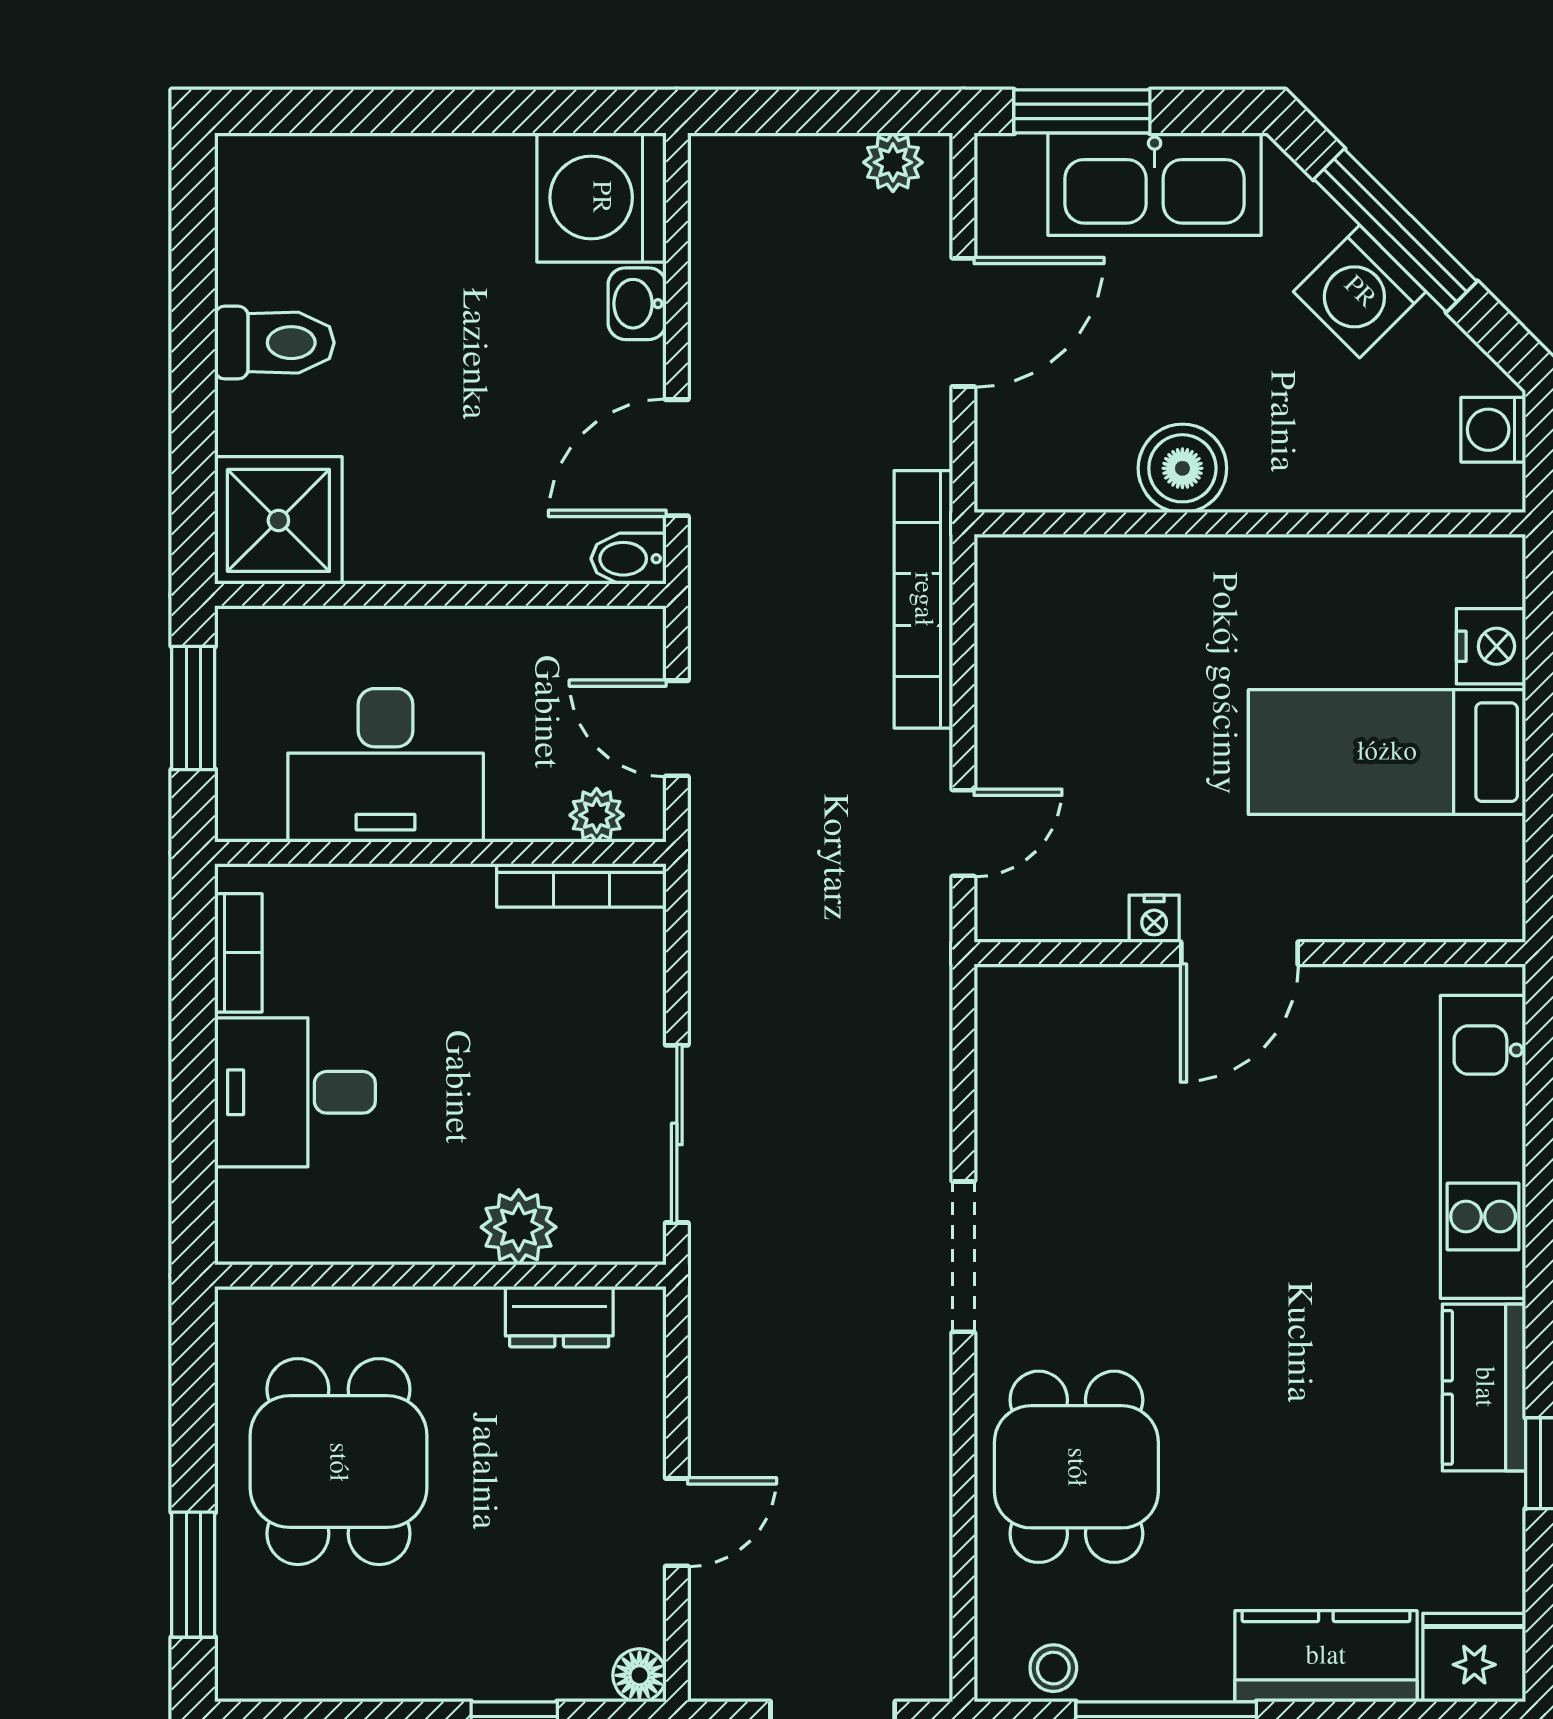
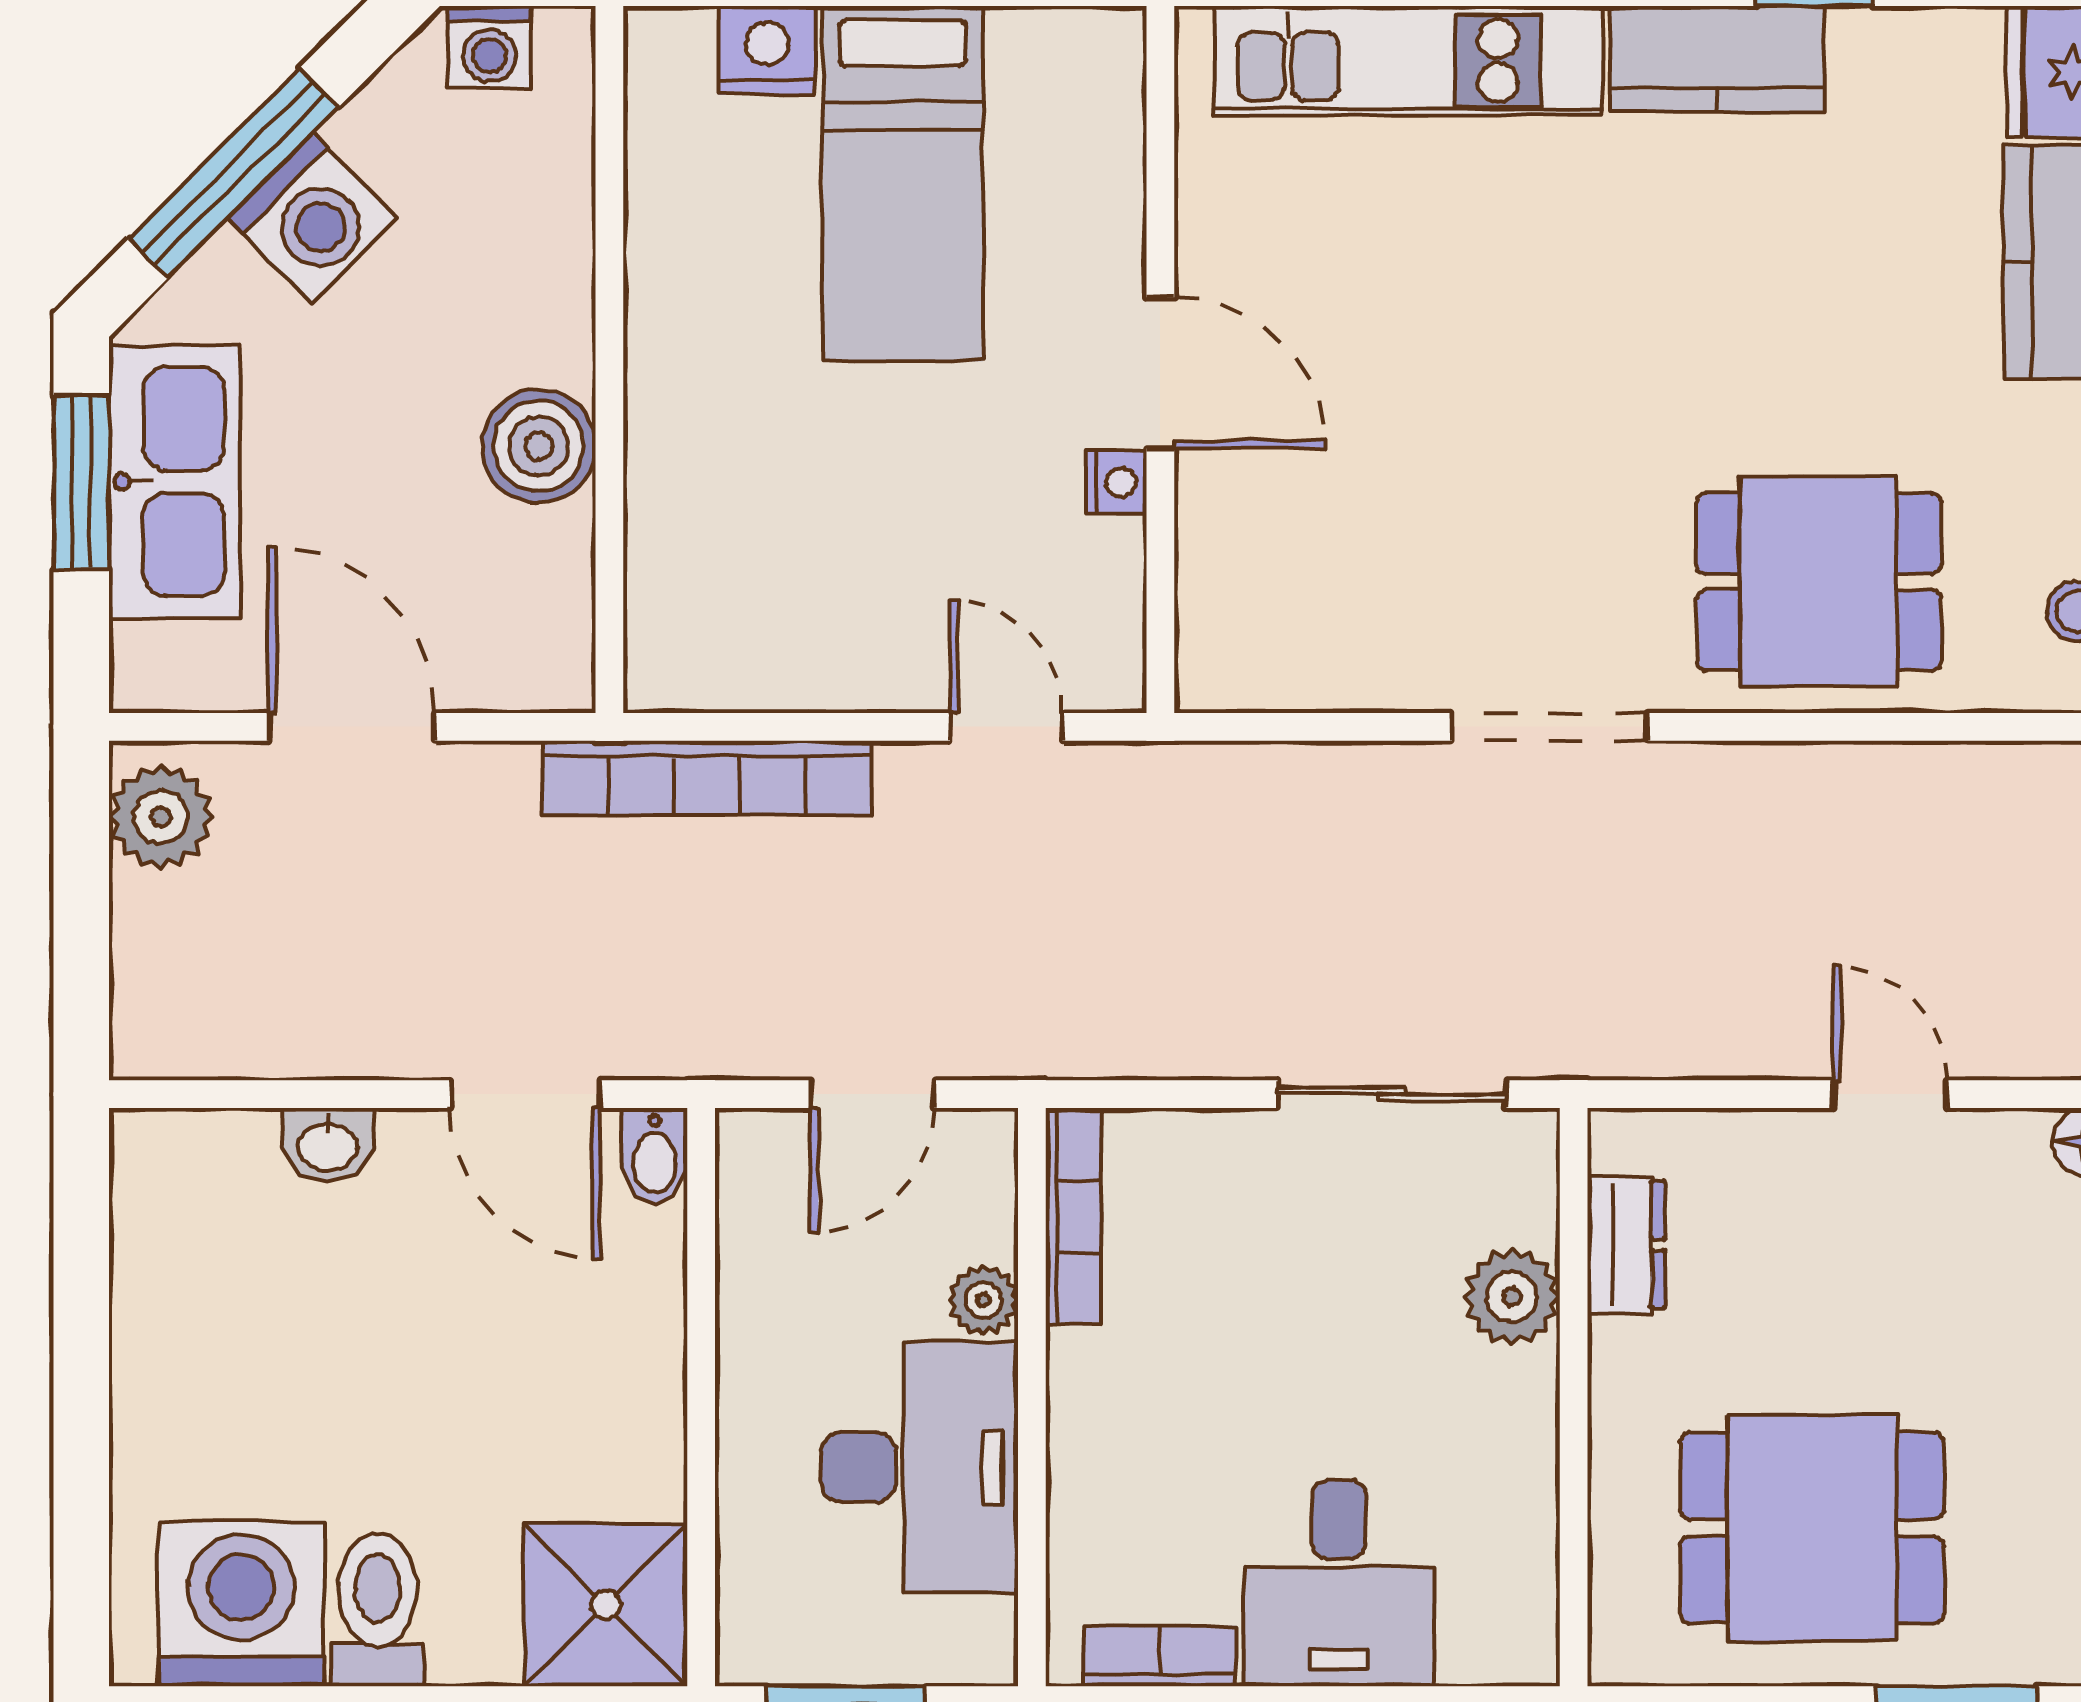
window: (1082, 111) -> (81, 482), moved
plant: (893, 162) -> (161, 817), width x1.38, depth x1.38
washing machine: (601, 197) -> (241, 1604), moved, turned 180
plant: (597, 815) -> (983, 1300), moved

